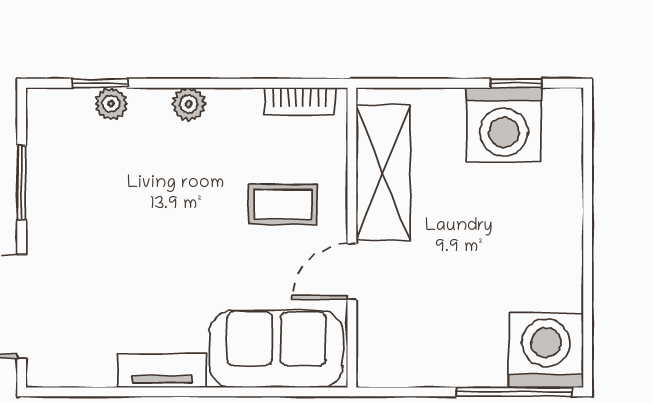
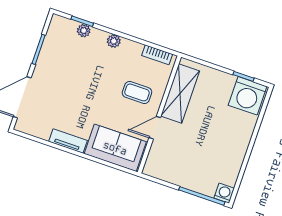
washing machine: (504, 125) -> (248, 96), moved
washing machine: (546, 350) -> (224, 193), width x0.53, depth x0.53

